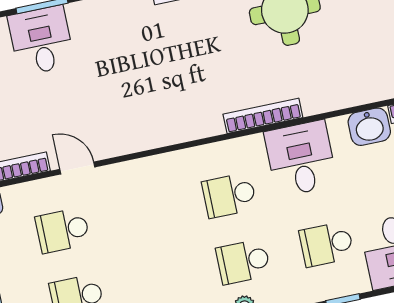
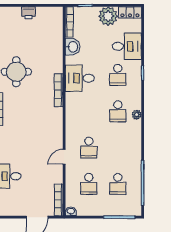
door: (77, 168) -> (64, 157), moved
school desk: (229, 195) -> (89, 148), moved

